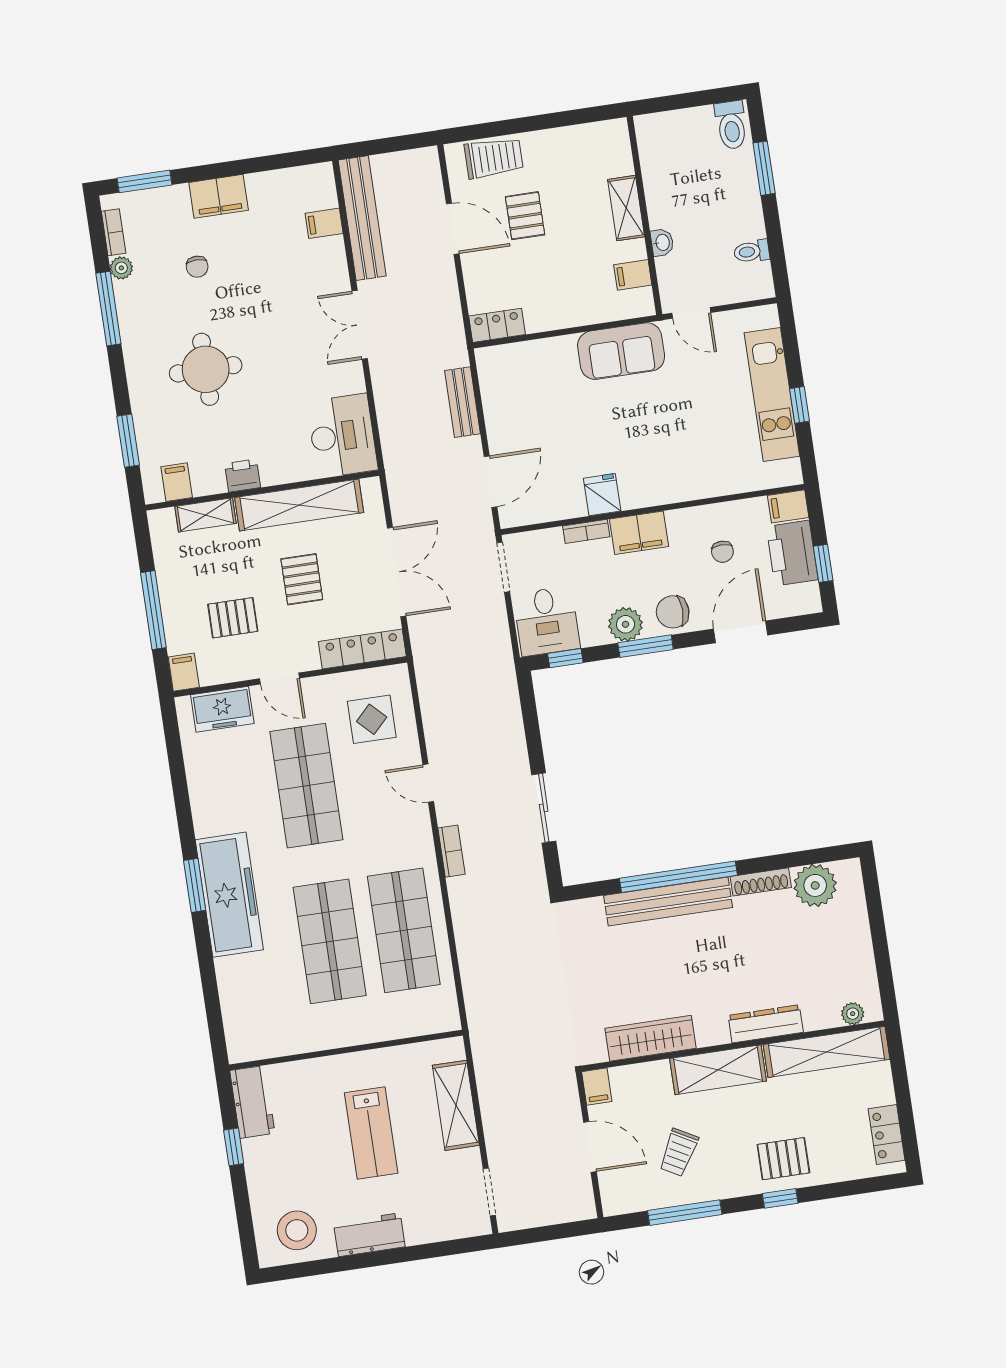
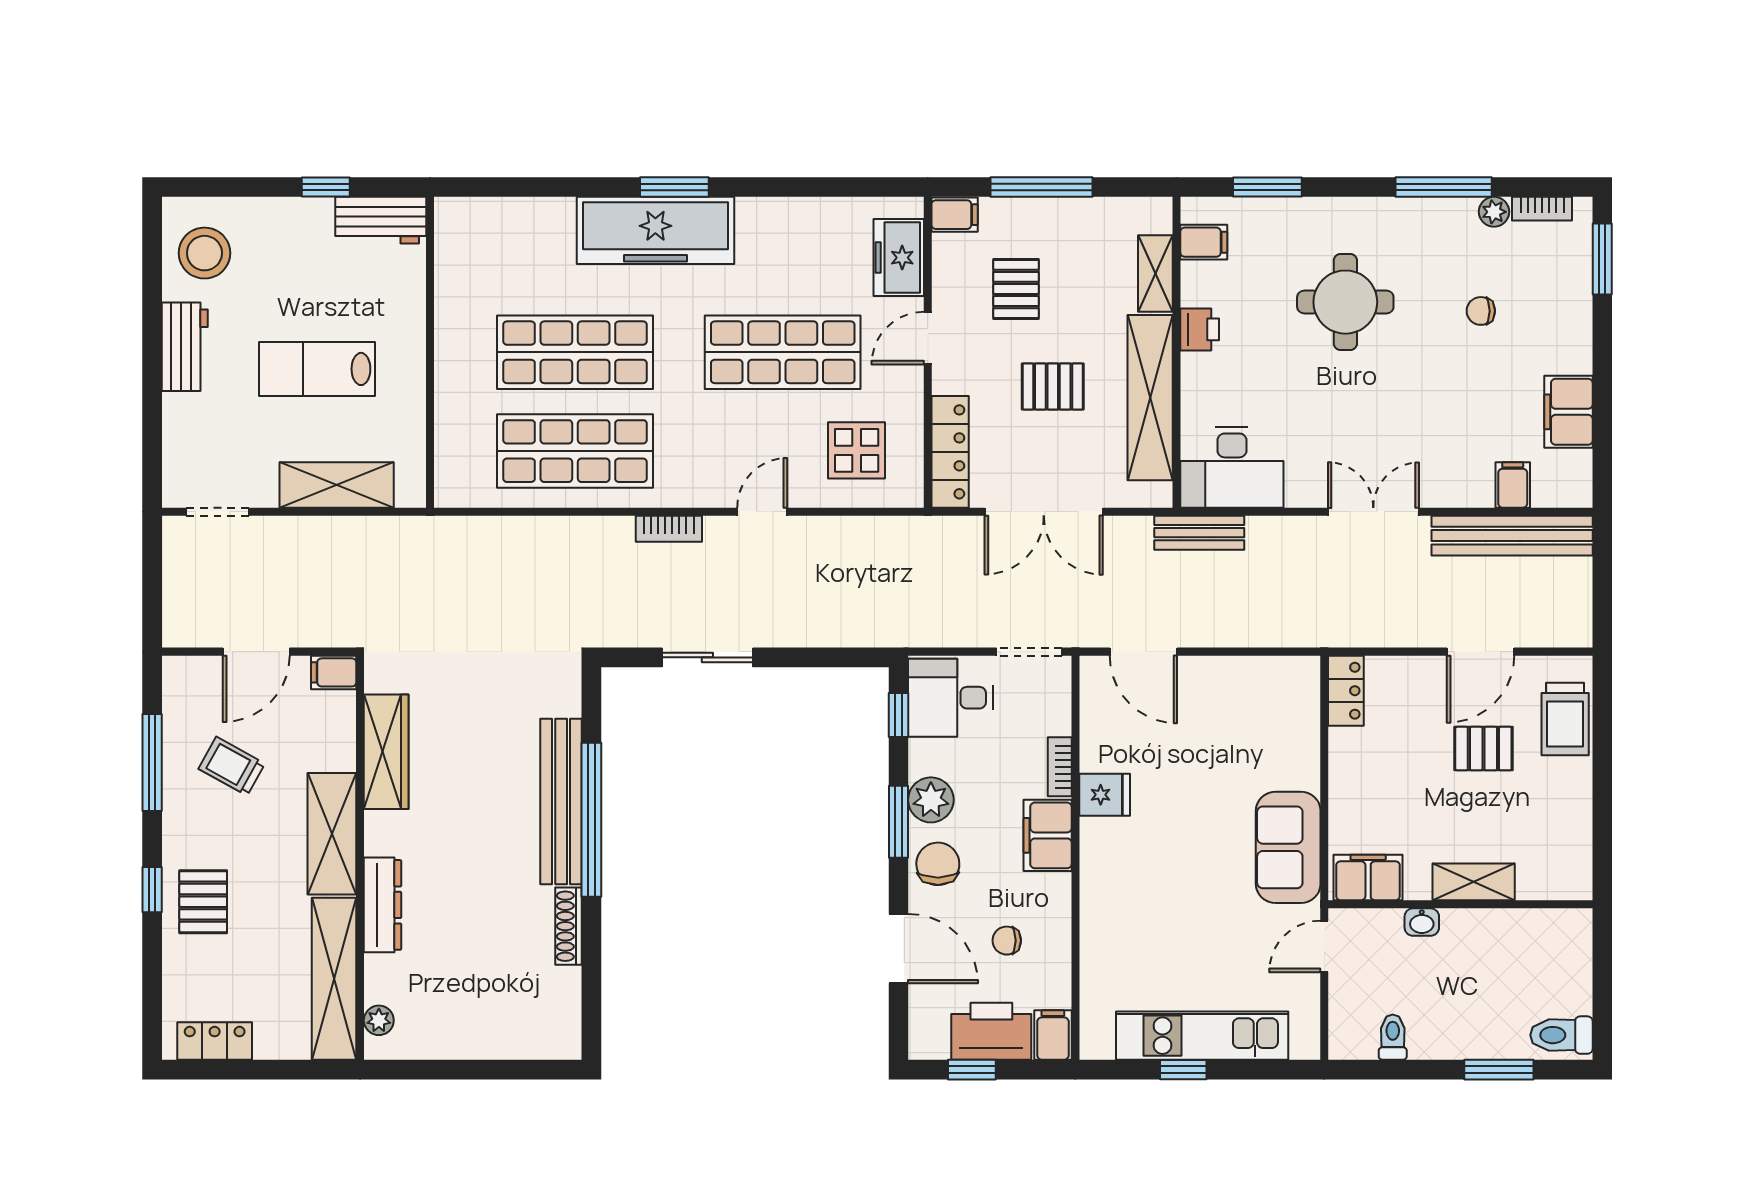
filing cabinet: (219, 196) -> (1568, 412), moved
filing cabinet: (633, 275) -> (1368, 878), width x2.00
bench: (462, 402) -> (1199, 533), moved
plant: (815, 885) -> (553, 996), removed

